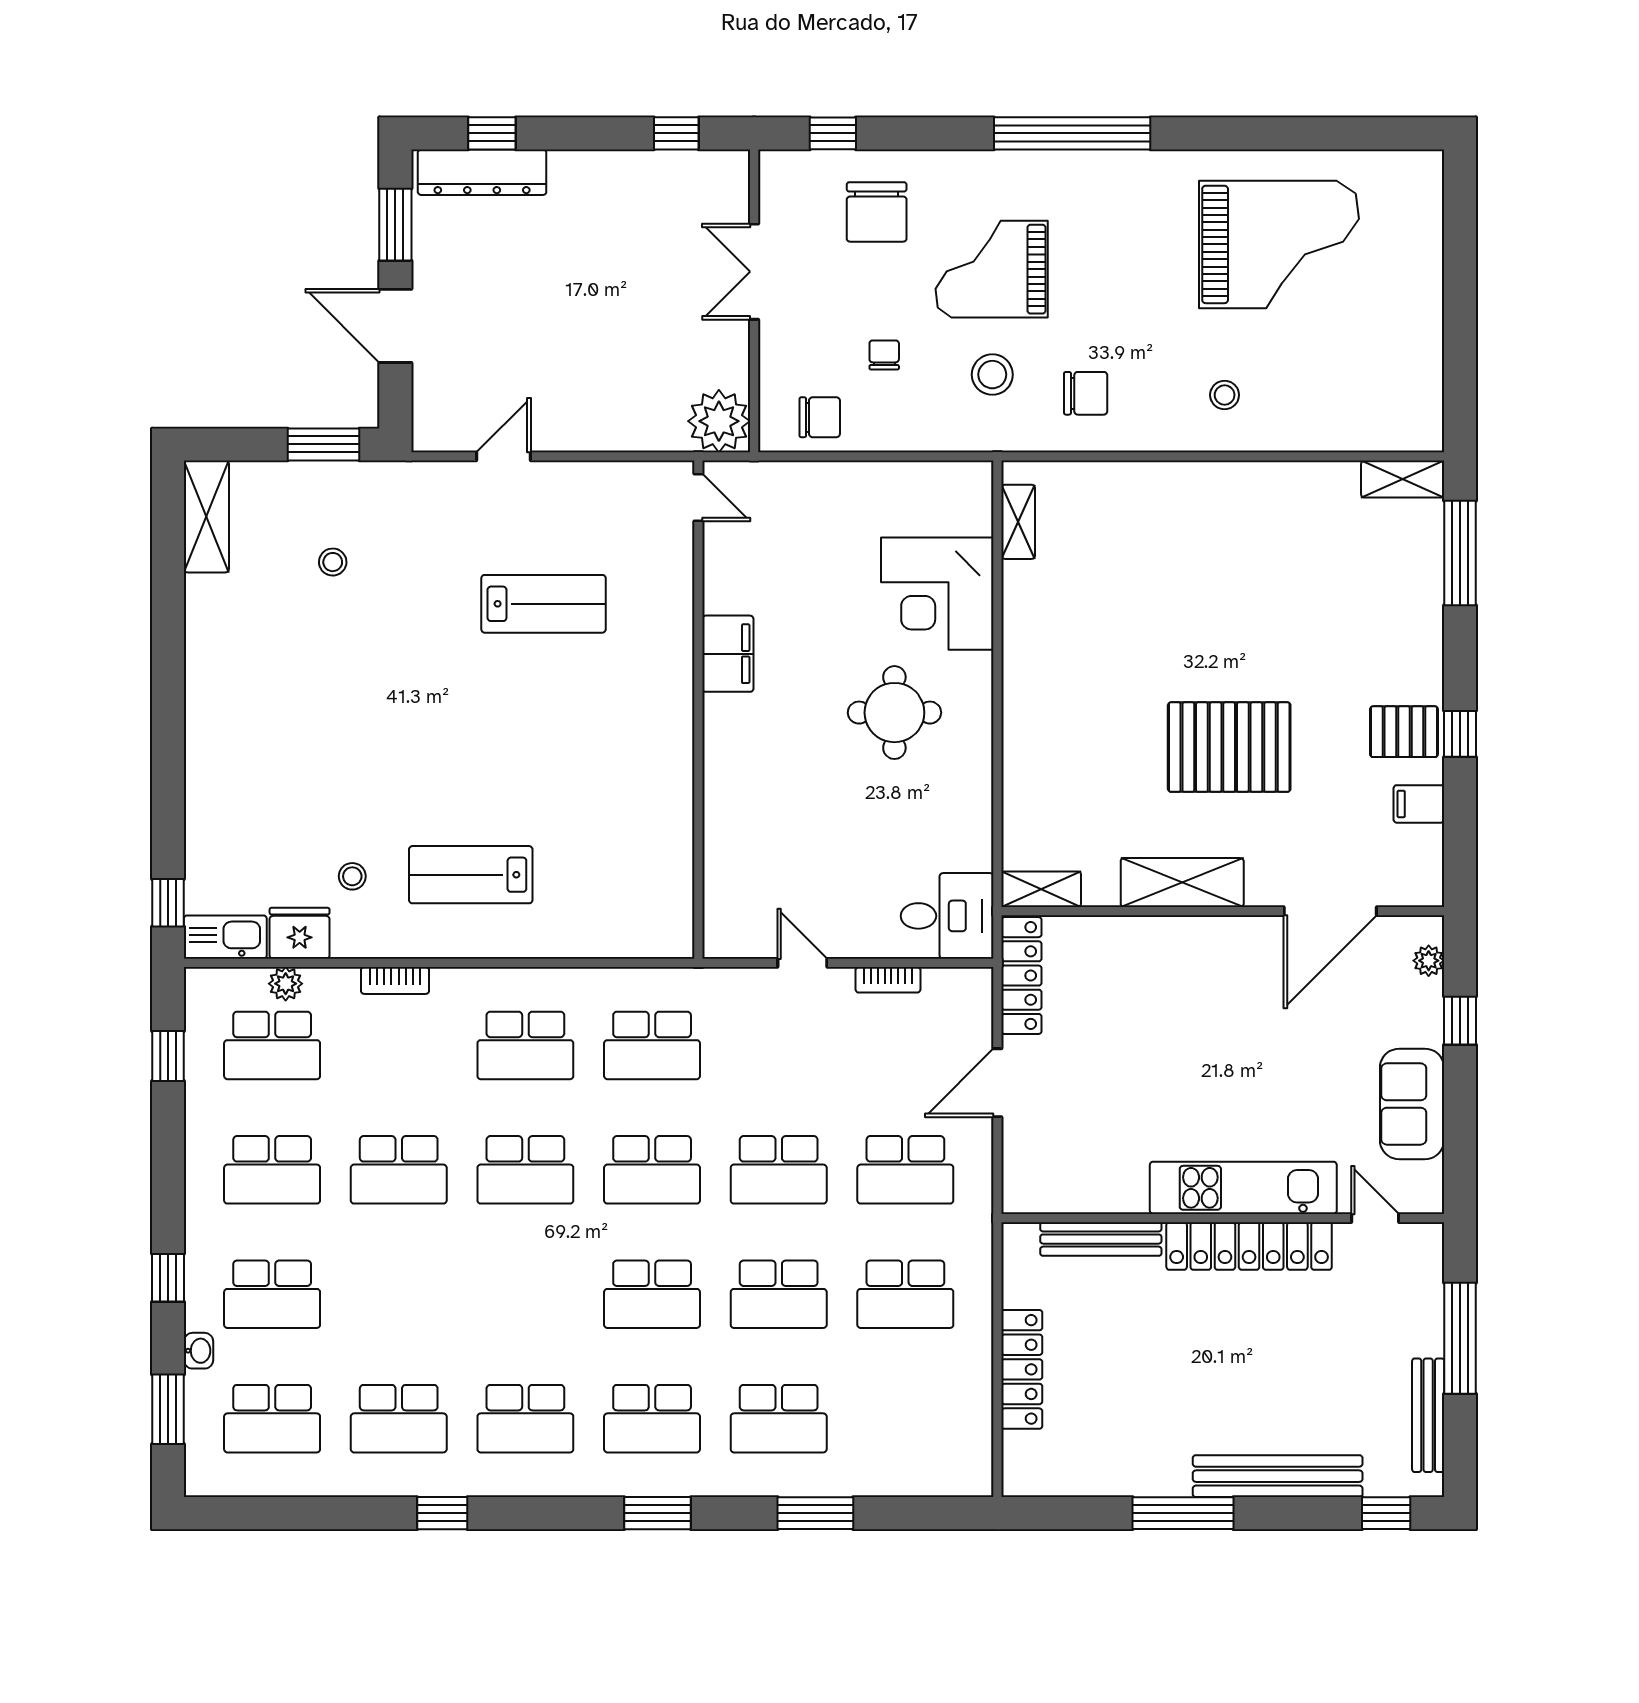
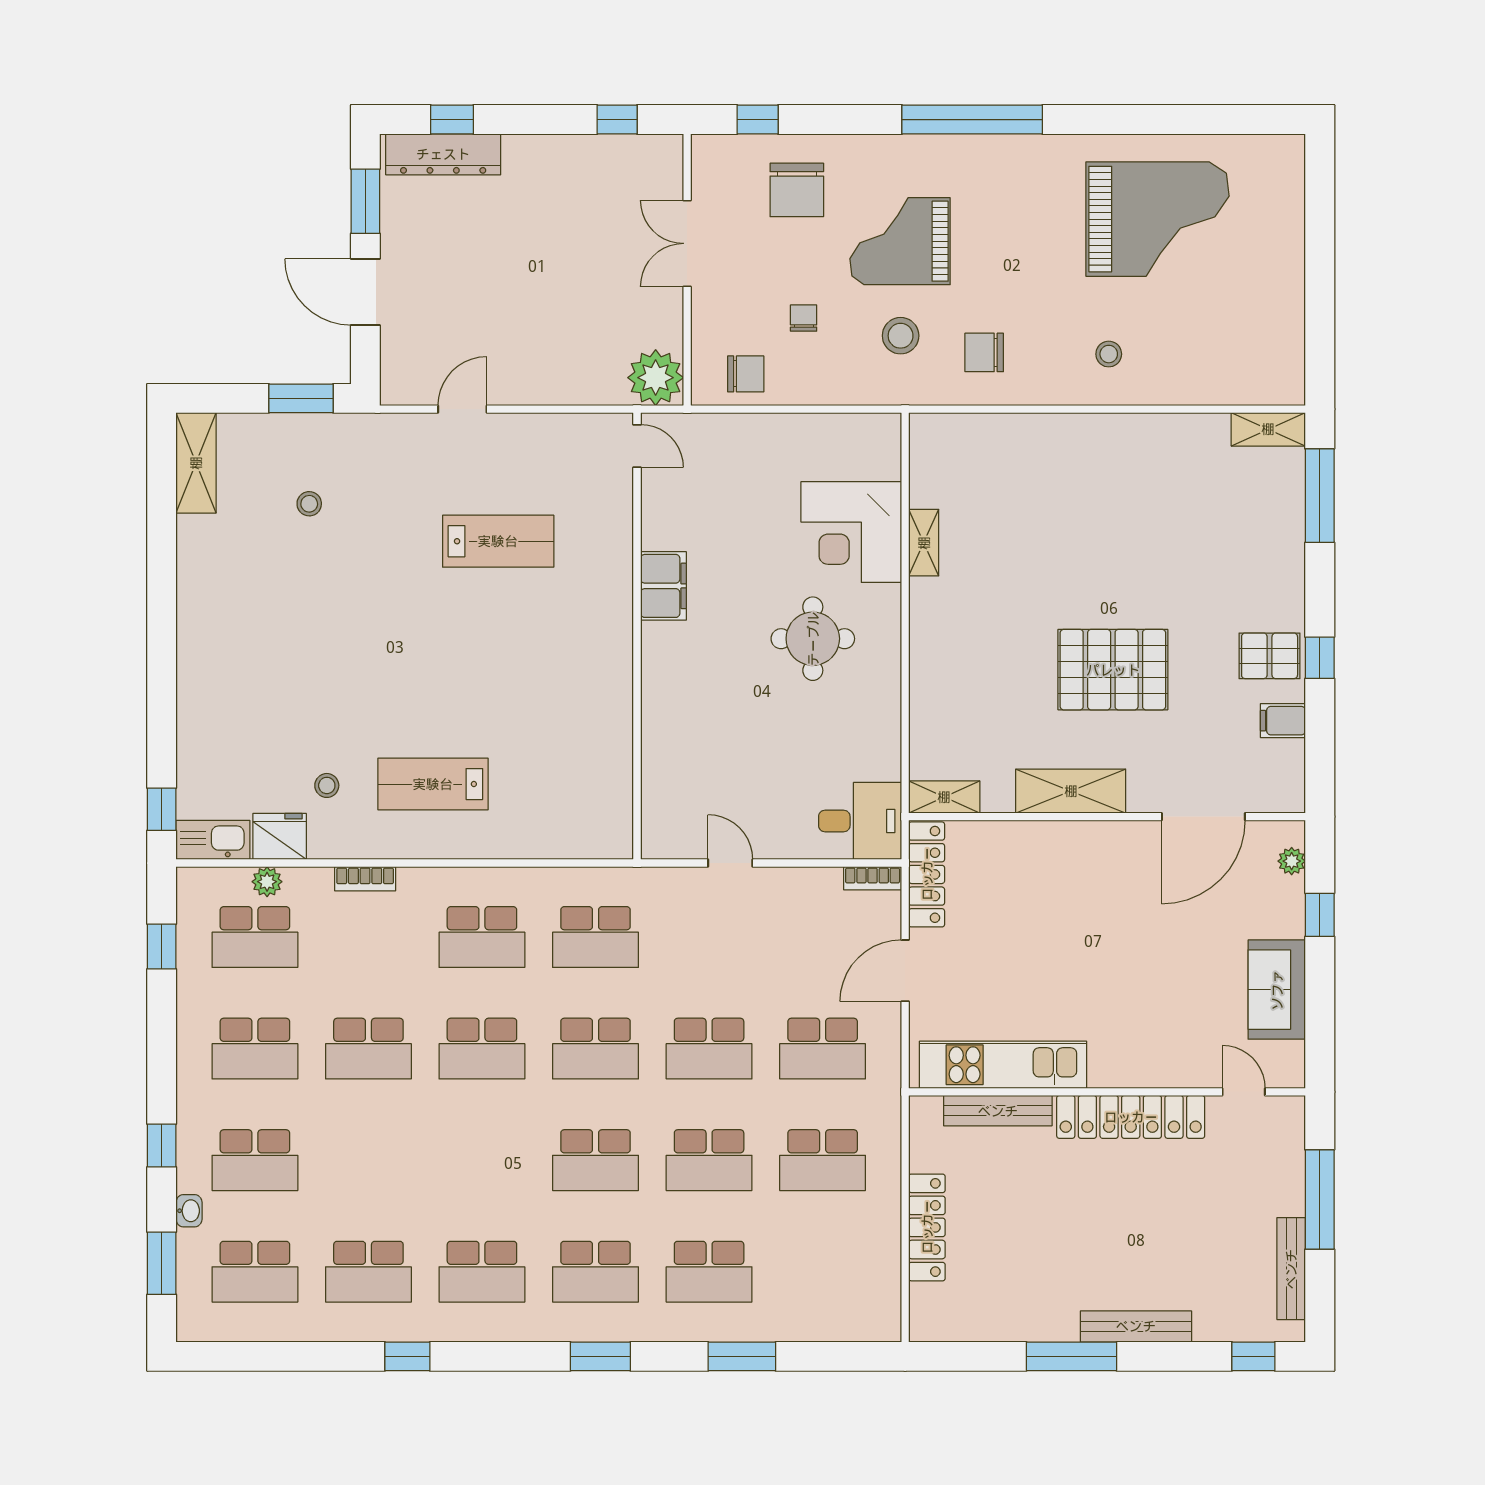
chair: (1086, 393) -> (984, 352), turned 180
shelving: (1018, 522) -> (924, 543), moved
bookcase: (888, 980) -> (873, 878), moved
kitchen unit: (1243, 1188) -> (1003, 1065), moved
bench: (1278, 1476) -> (1136, 1326), width x0.73, depth x0.82

